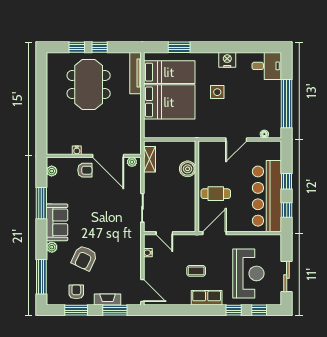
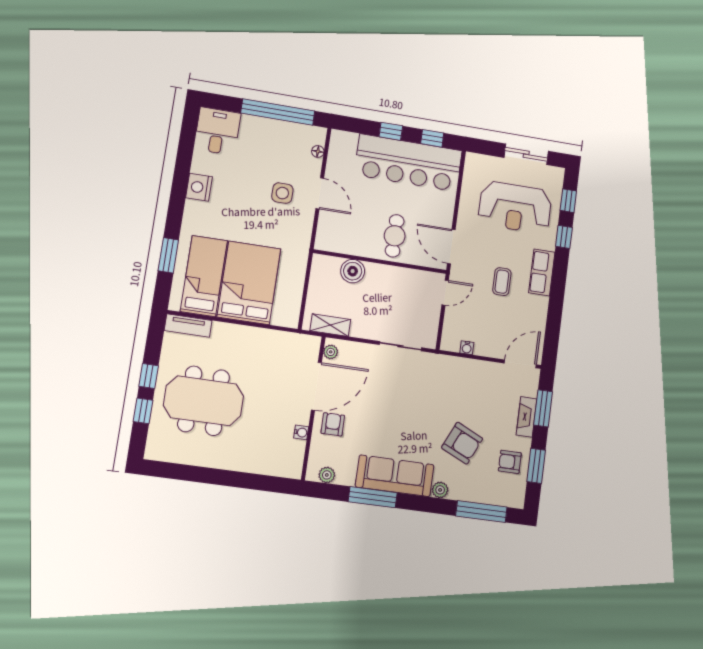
tv unit: (136, 73) -> (188, 326), width x0.71
side table: (217, 92) -> (282, 193), moved
sofa: (57, 222) -> (395, 476), width x1.36
door: (164, 233) -> (445, 293), moved
reception desk: (248, 273) -> (515, 207), turned 180

